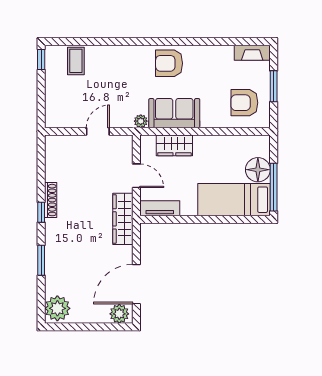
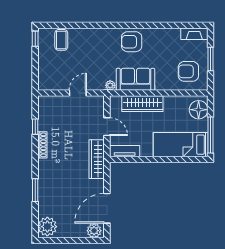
wardrobe: (174, 145) -> (142, 104), width x1.50
floor lamp: (258, 170) -> (199, 110), moved
window: (41, 212) -> (35, 127), moved

